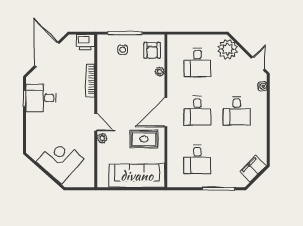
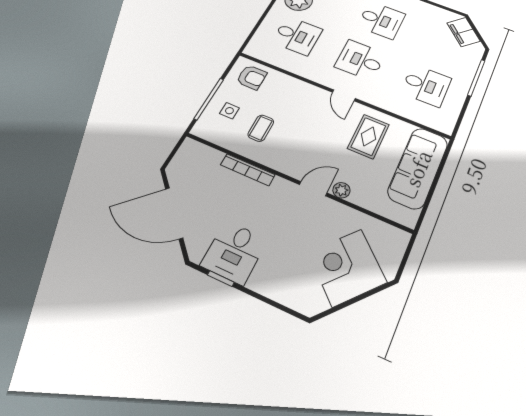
printer: (85, 42) -> (189, 152), removed
plant: (160, 72) -> (285, 80), removed
coffee table: (120, 74) -> (261, 128), added
desk: (197, 111) -> (360, 60), turned 180
door: (166, 112) -> (344, 95), width x0.53

